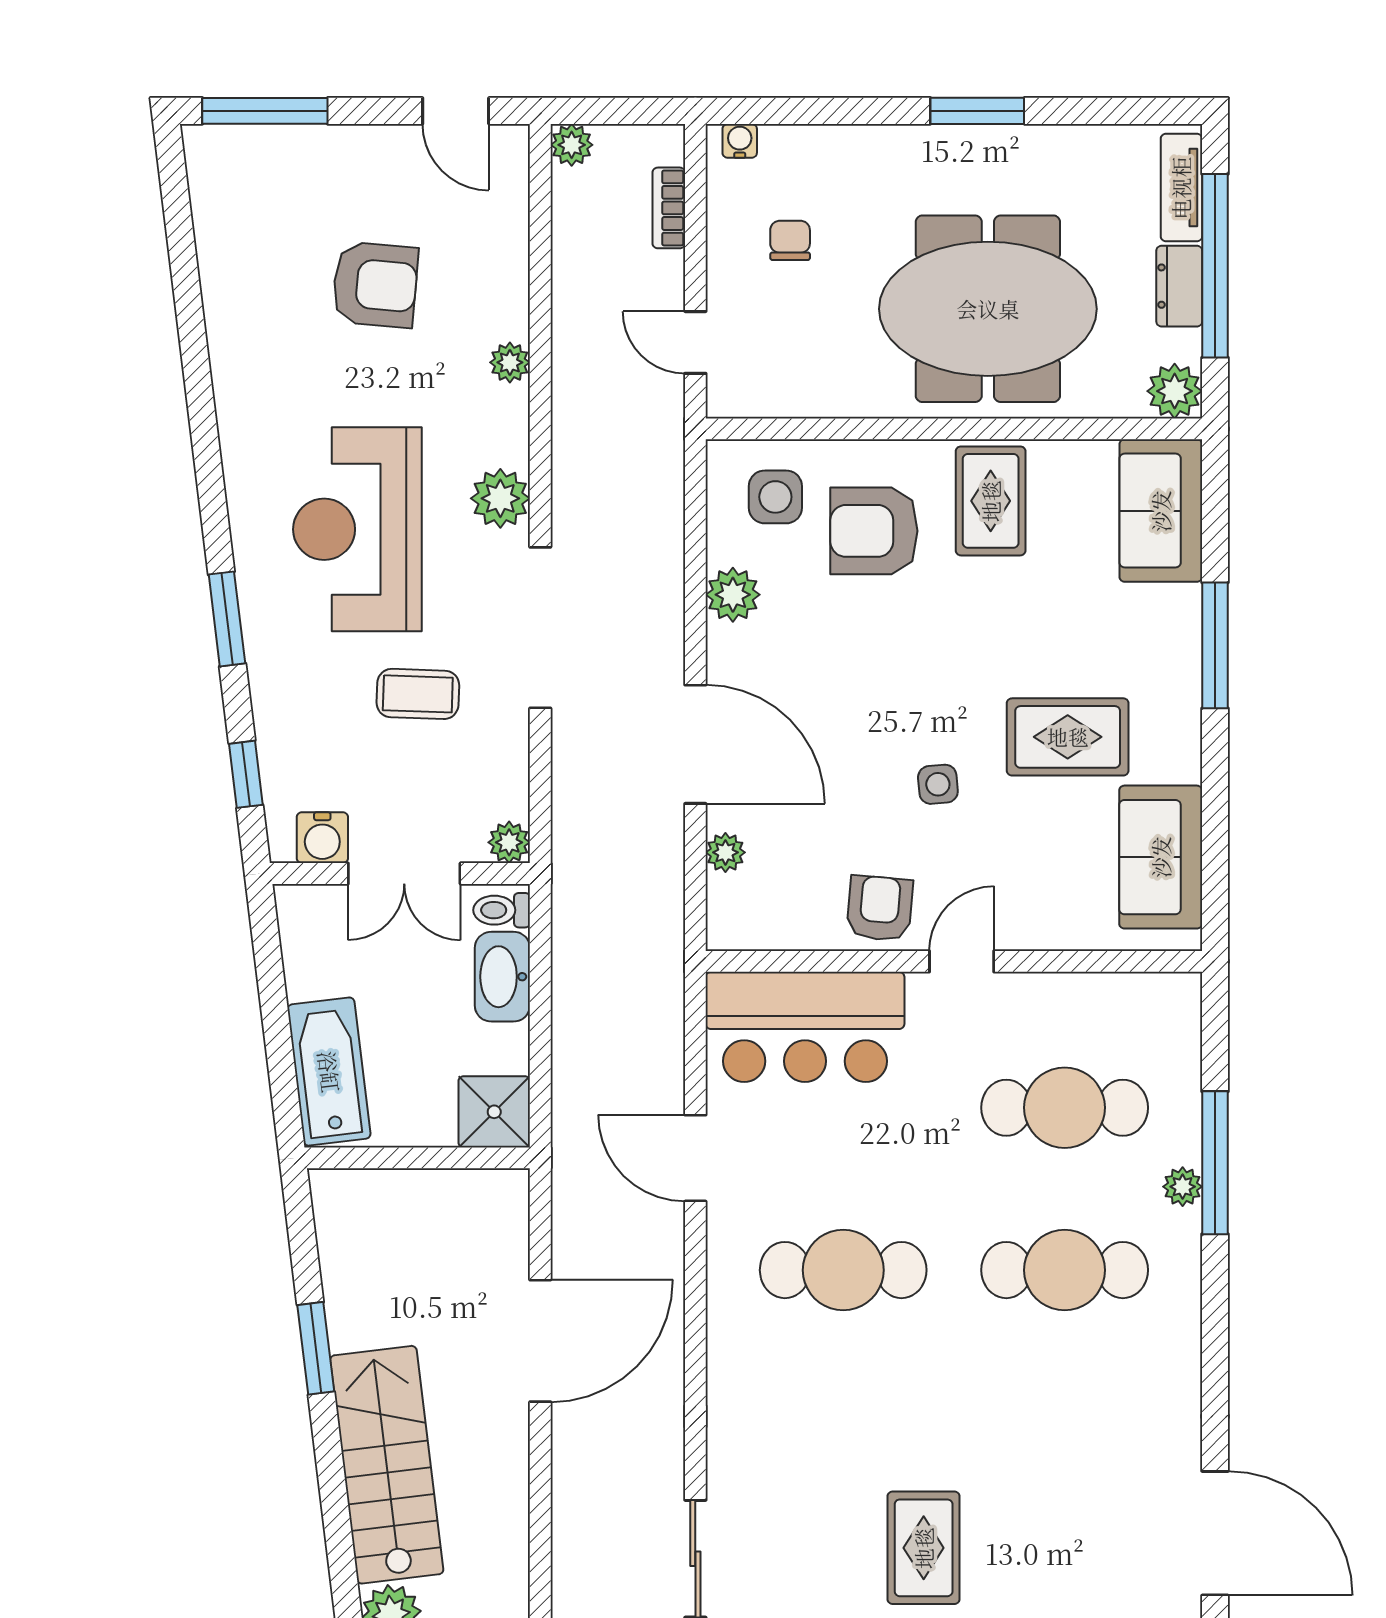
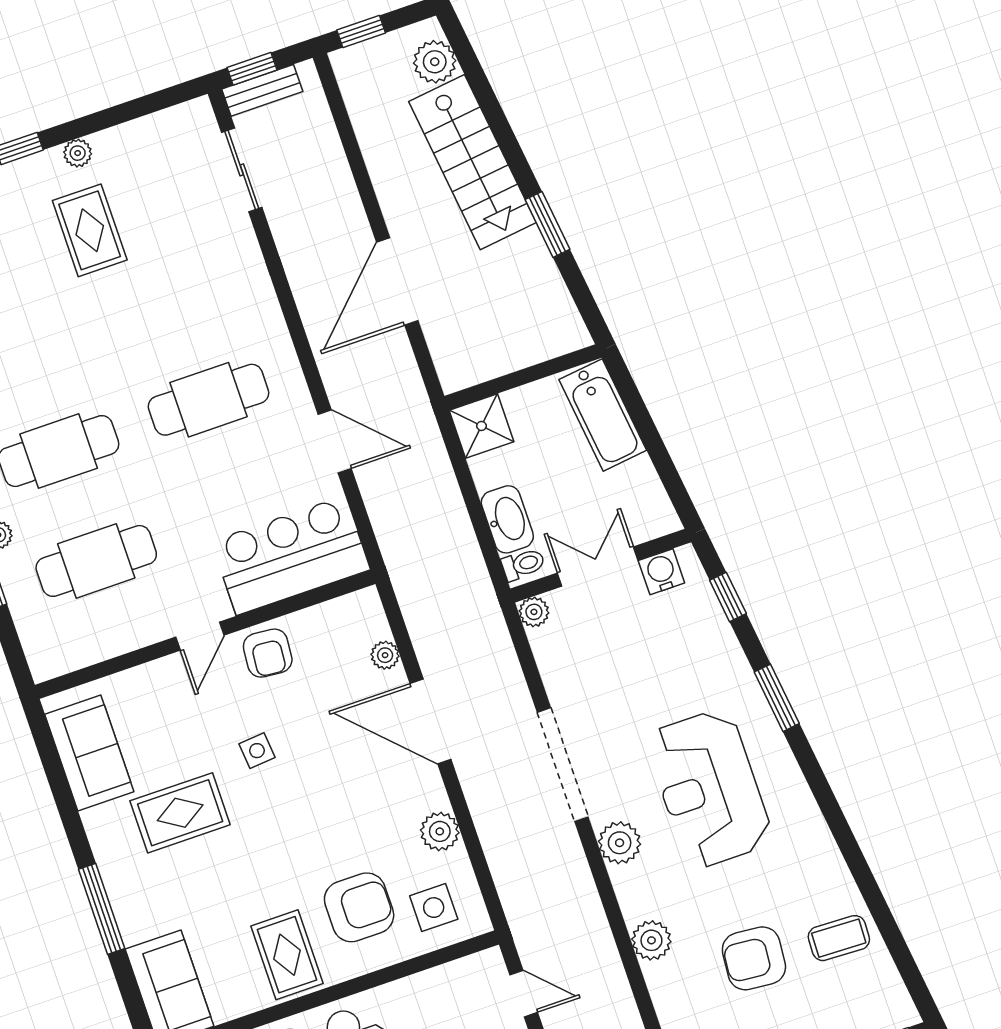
plant: (510, 362) -> (651, 940), width x1.38, depth x1.38
reception desk: (357, 529) -> (709, 789), turned 180
coffee table: (418, 694) -> (839, 938), moved

